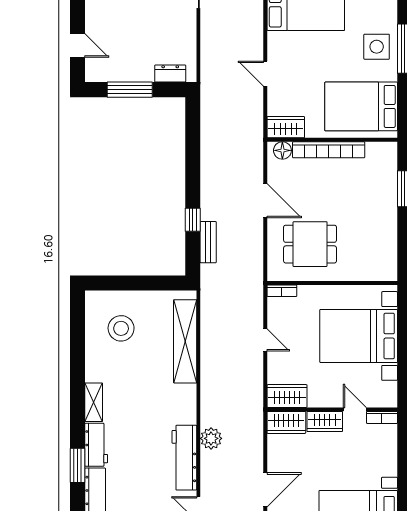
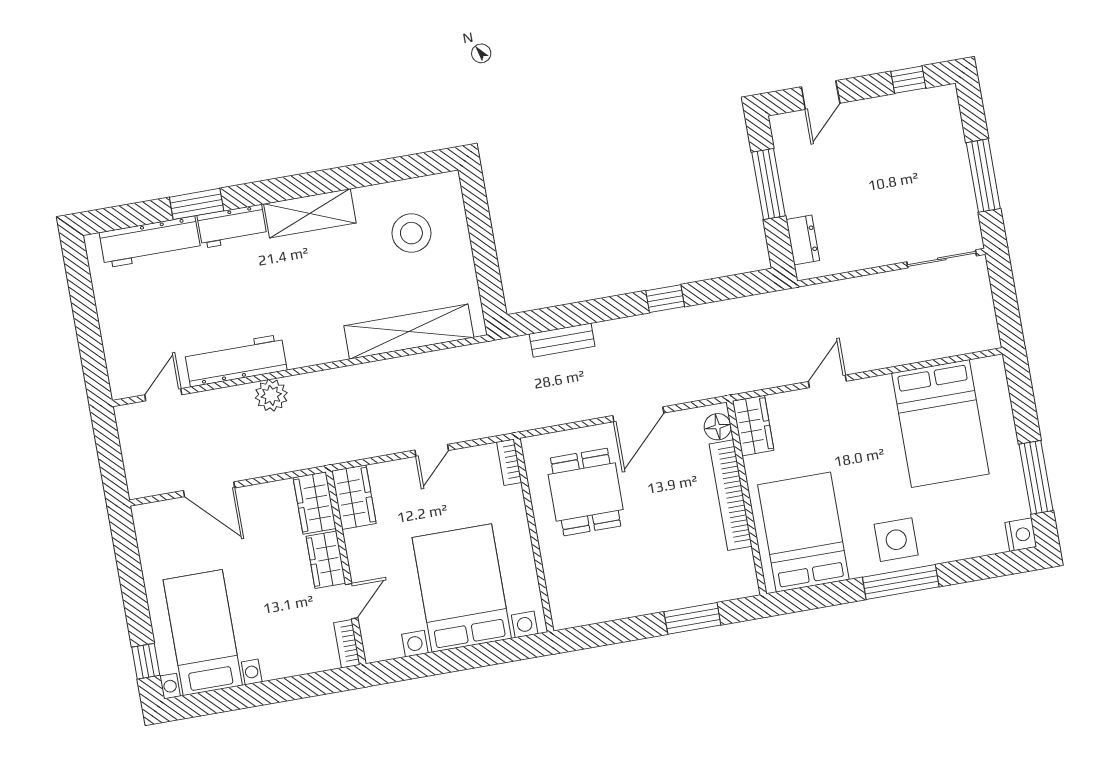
window: (193, 220) -> (665, 299), moved
shelving: (94, 402) -> (310, 213), width x1.50, depth x1.33

